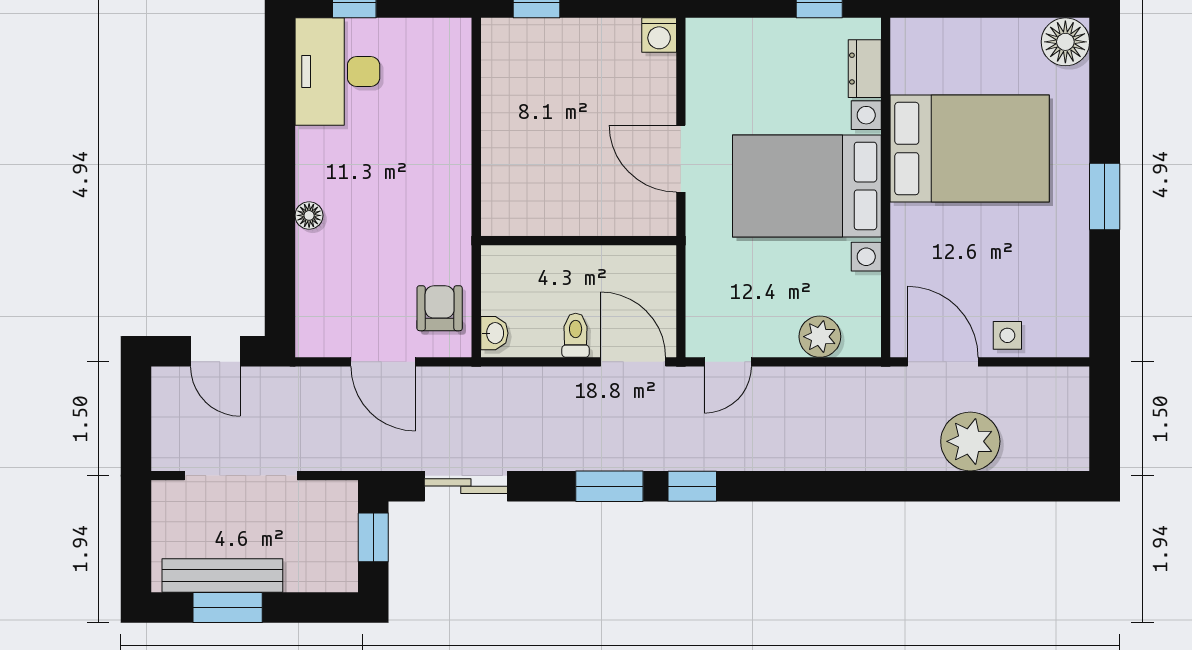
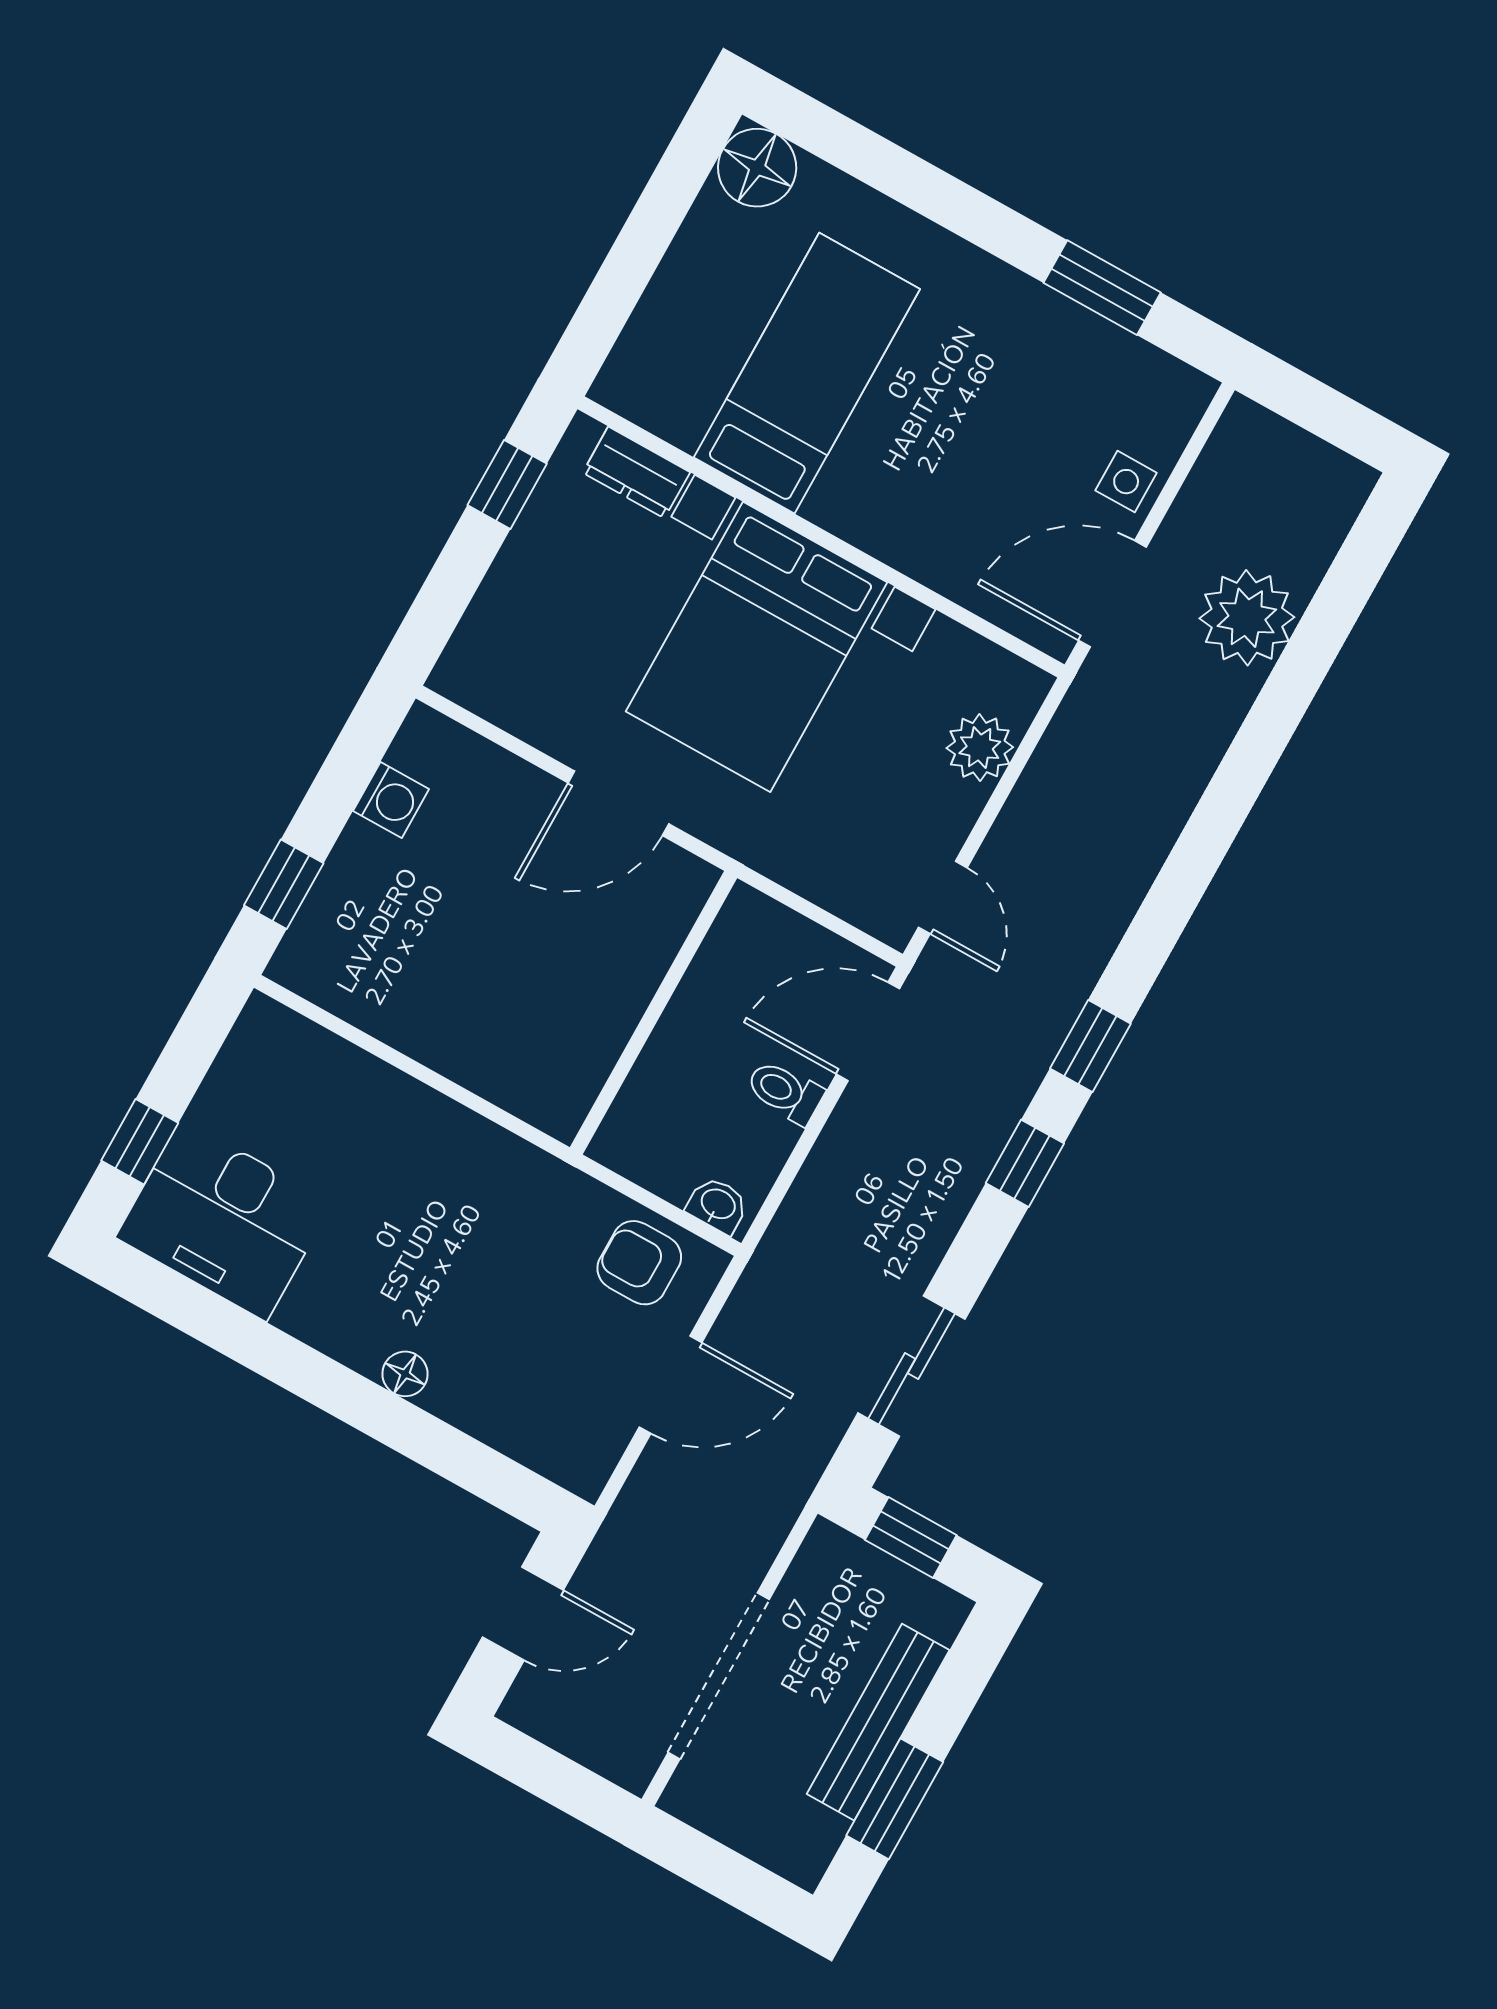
washing machine: (659, 35) -> (391, 800), moved
bed: (970, 149) -> (807, 373), width x0.67
window: (1105, 196) -> (1102, 288), moved
window: (609, 486) -> (1025, 1163), width x0.67
bench: (222, 575) -> (878, 1722), moved

